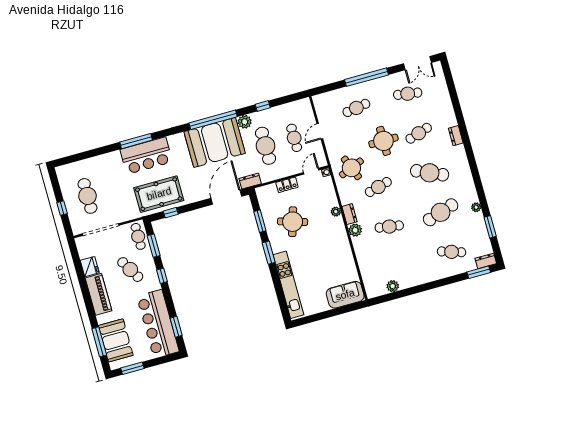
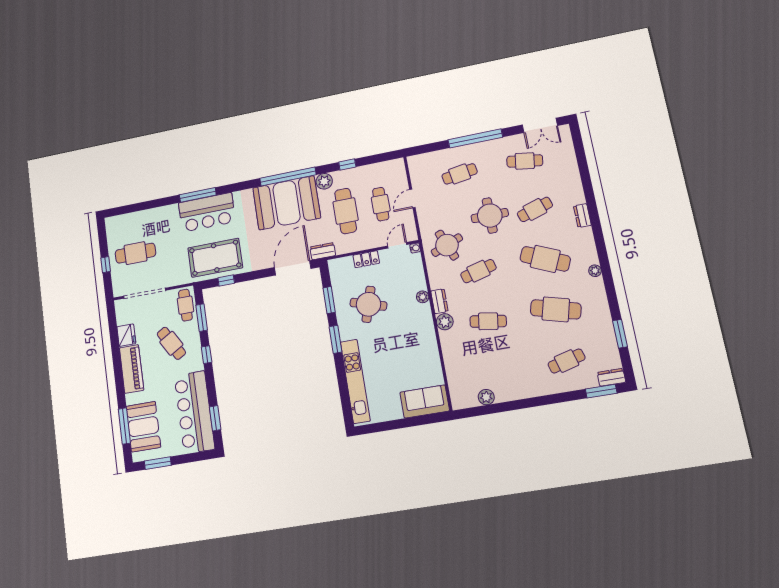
cafe table: (88, 196) -> (135, 253), turned 90
plant: (476, 207) -> (595, 271), moved
cafe table: (441, 212) -> (556, 309), turned 33
cafe table: (452, 252) -> (567, 361), turned -33

